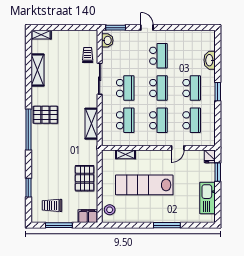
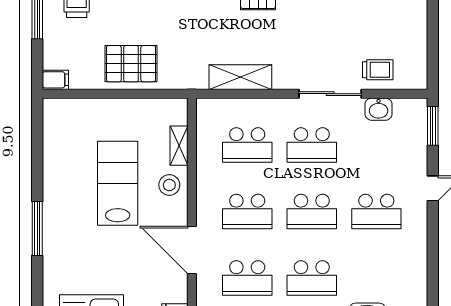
washbasin: (107, 40) -> (379, 109), moved
door: (178, 148) -> (192, 250), width x1.87
lab bench: (144, 185) -> (118, 183), width x0.73
stool: (110, 210) -> (169, 185), moved
filing cabinet: (88, 216) -> (55, 80), width x0.50

